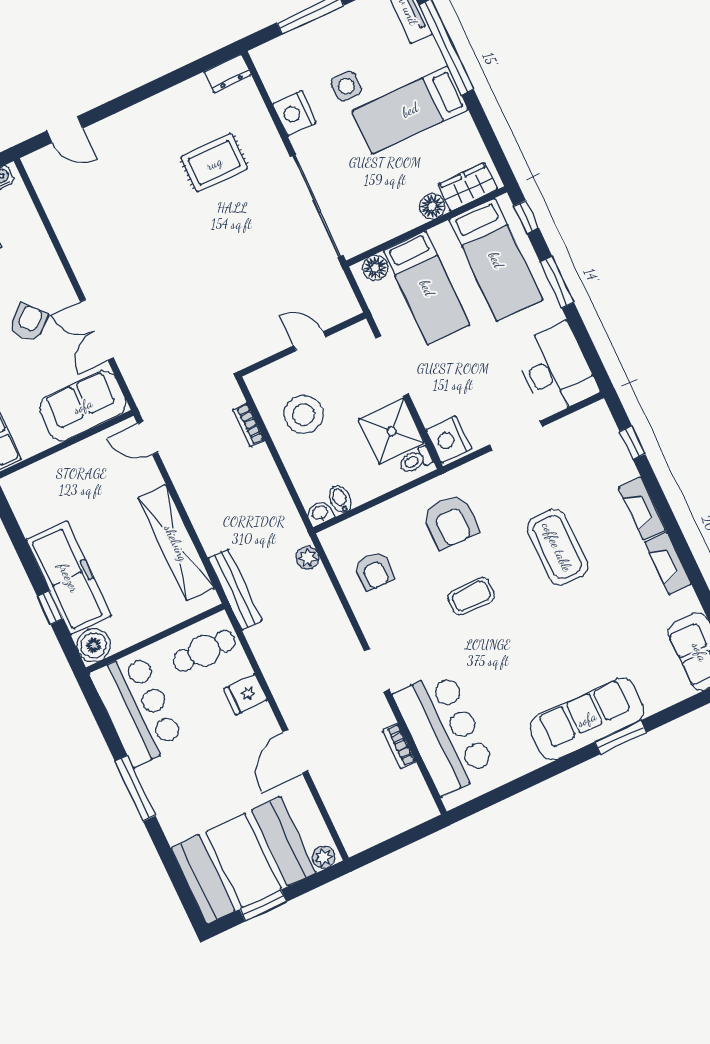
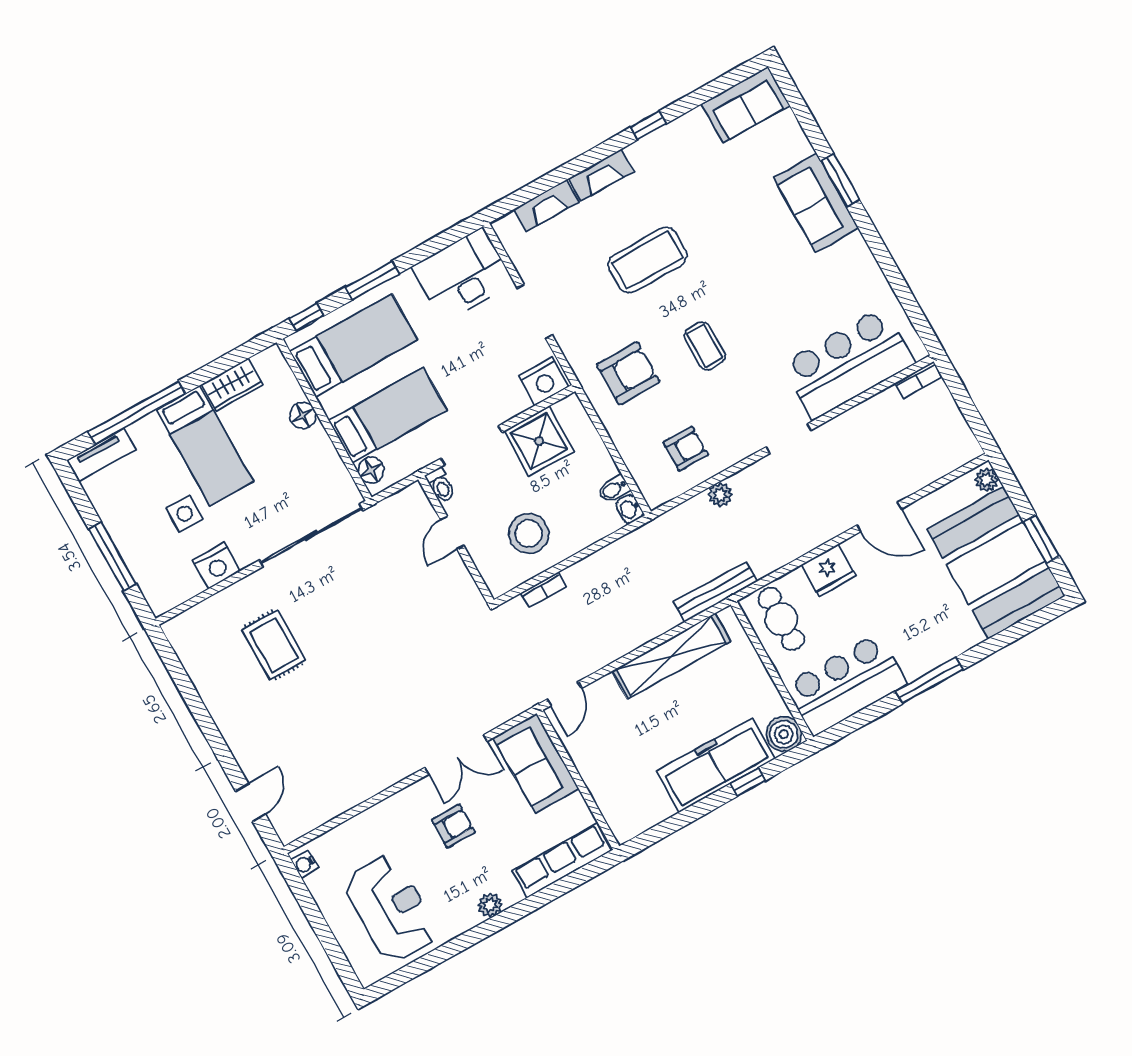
dresser: (228, 73) -> (180, 638), removed
wardrobe: (468, 187) -> (232, 385), moved, turned -90
armchair: (28, 322) -> (453, 826), turned 131
window: (632, 443) -> (648, 125), moved
toilet: (415, 460) -> (441, 485), moved
plant: (307, 558) -> (720, 495), moved
fireplace: (668, 563) -> (546, 206), moved
fridge: (245, 694) -> (829, 570), width x1.38
sofa: (587, 719) -> (816, 203), width x0.73
bookcase: (399, 746) -> (918, 380), moved

